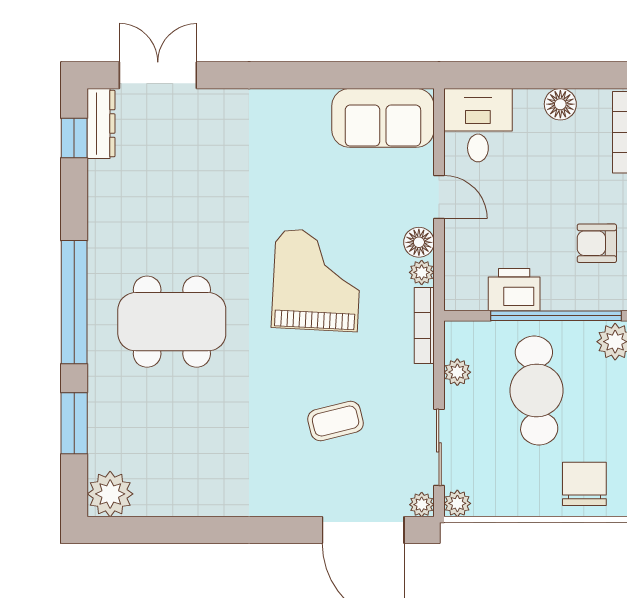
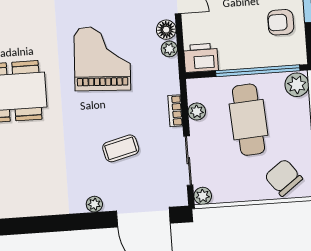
printer: (514, 290) -> (201, 58), moved
bookcase: (424, 326) -> (175, 111), moved, width x0.64
chair: (584, 484) -> (283, 178), turned -37
plant: (422, 505) -> (94, 204), moved

